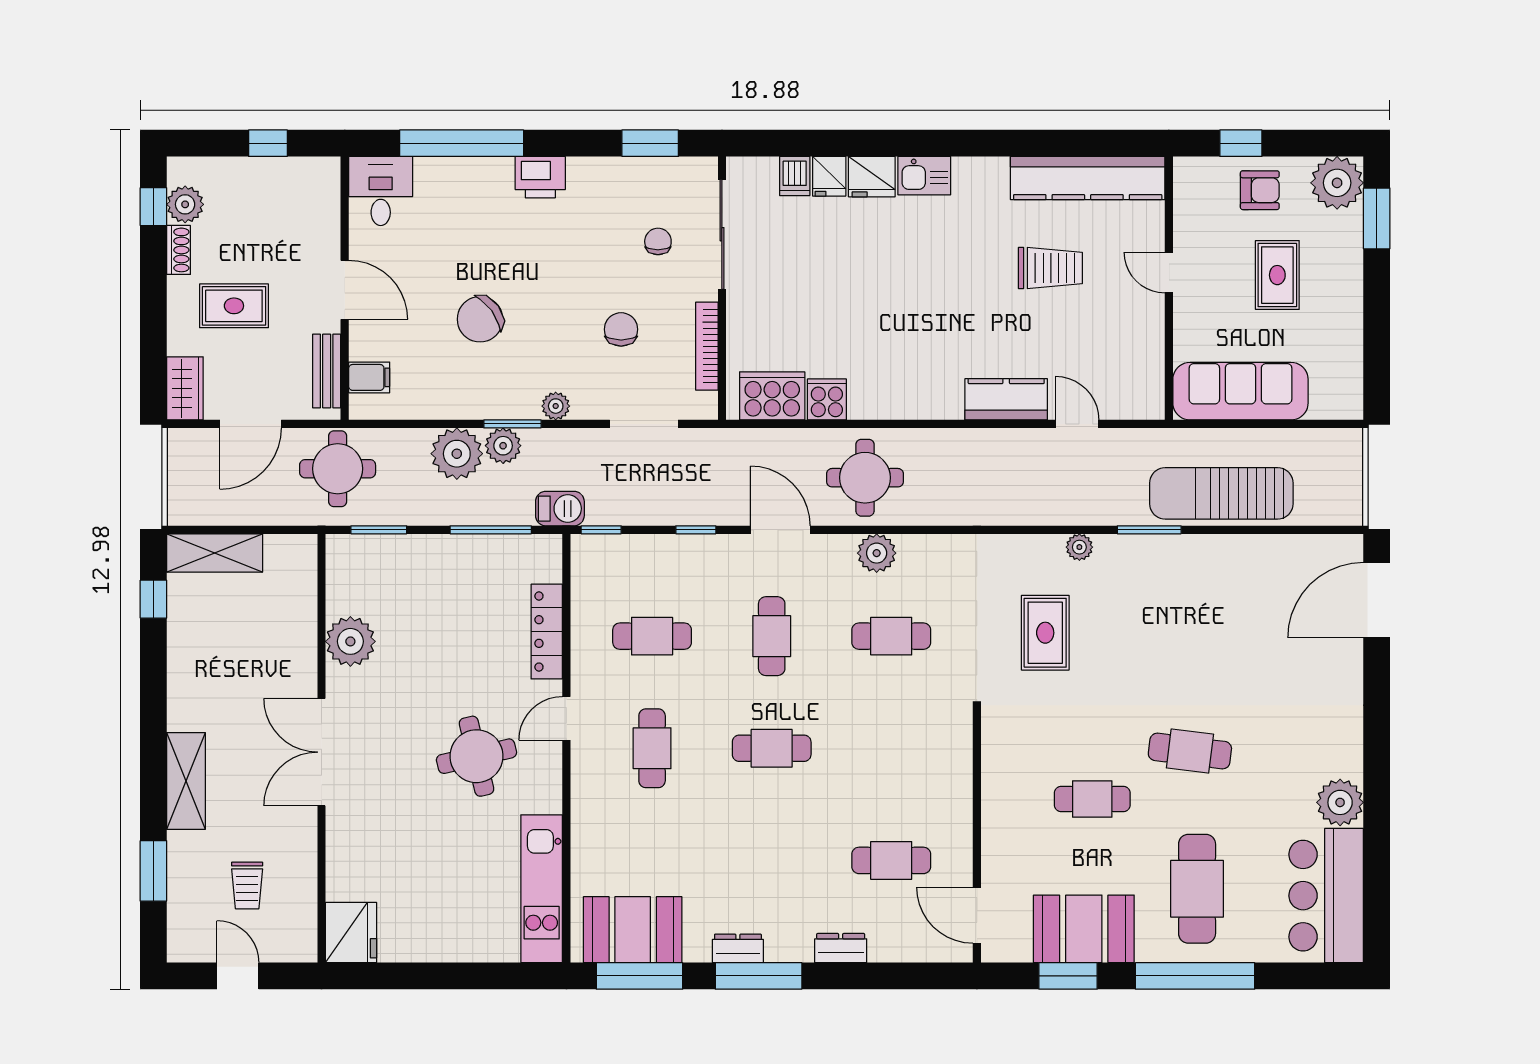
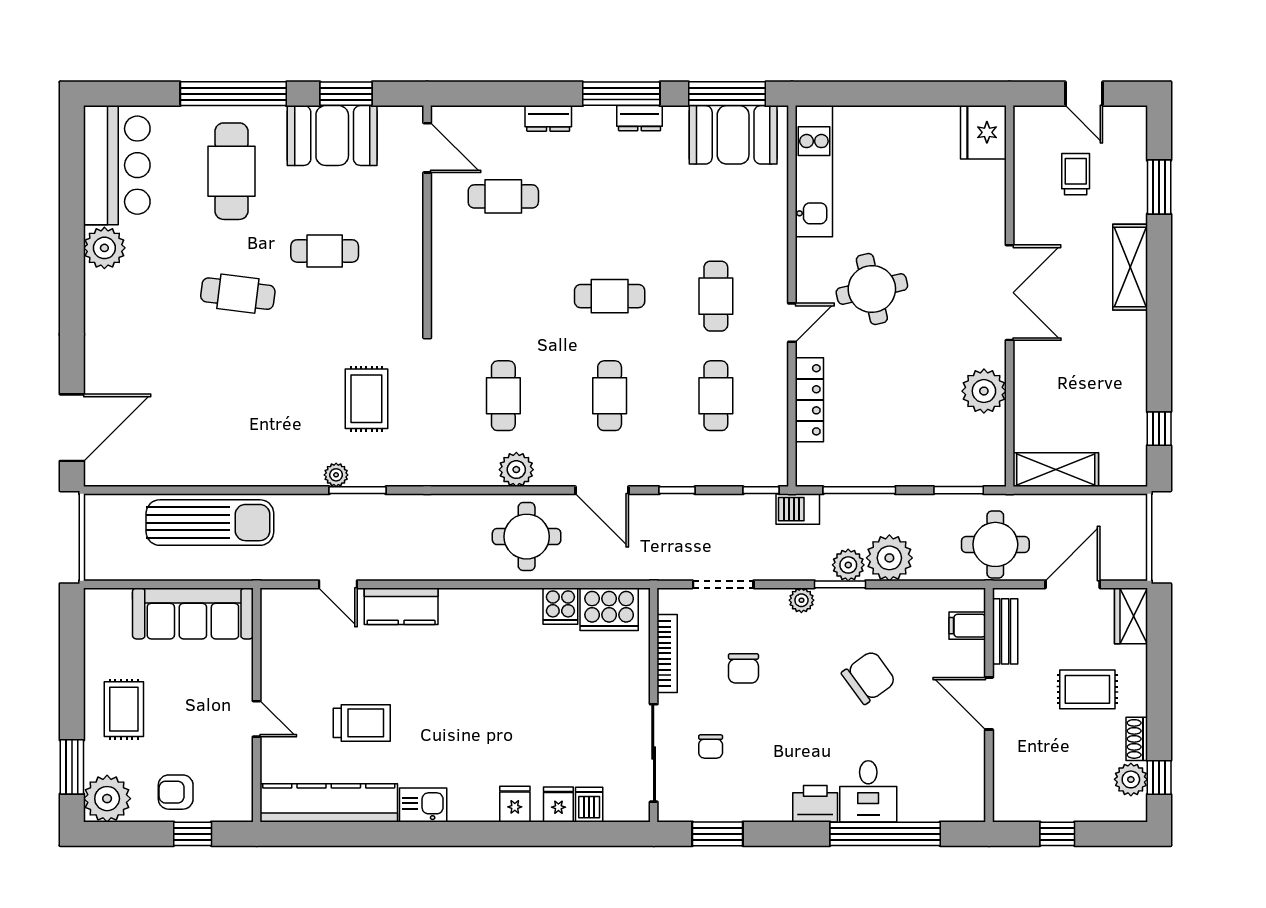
kitchen sink: (924, 176) -> (423, 805), moved
fridge: (872, 177) -> (515, 804), width x0.72
desk: (381, 191) -> (868, 791), moved
trolley: (1050, 268) -> (362, 723), turned 180
rug: (1277, 275) -> (124, 709), moved
window: (1149, 530) -> (357, 490), moved
shelving: (215, 553) -> (1056, 470), moved
cafe table: (652, 636) -> (716, 396), turned 90
cafe table: (891, 636) -> (503, 396), turned 90

